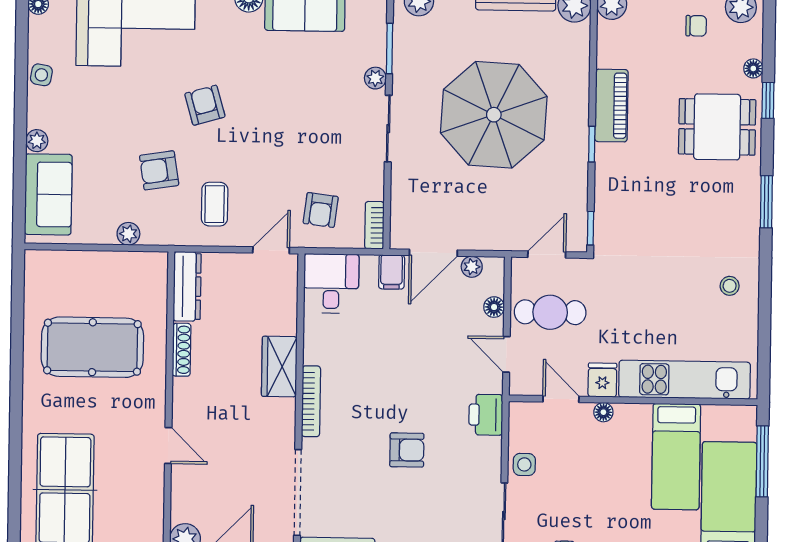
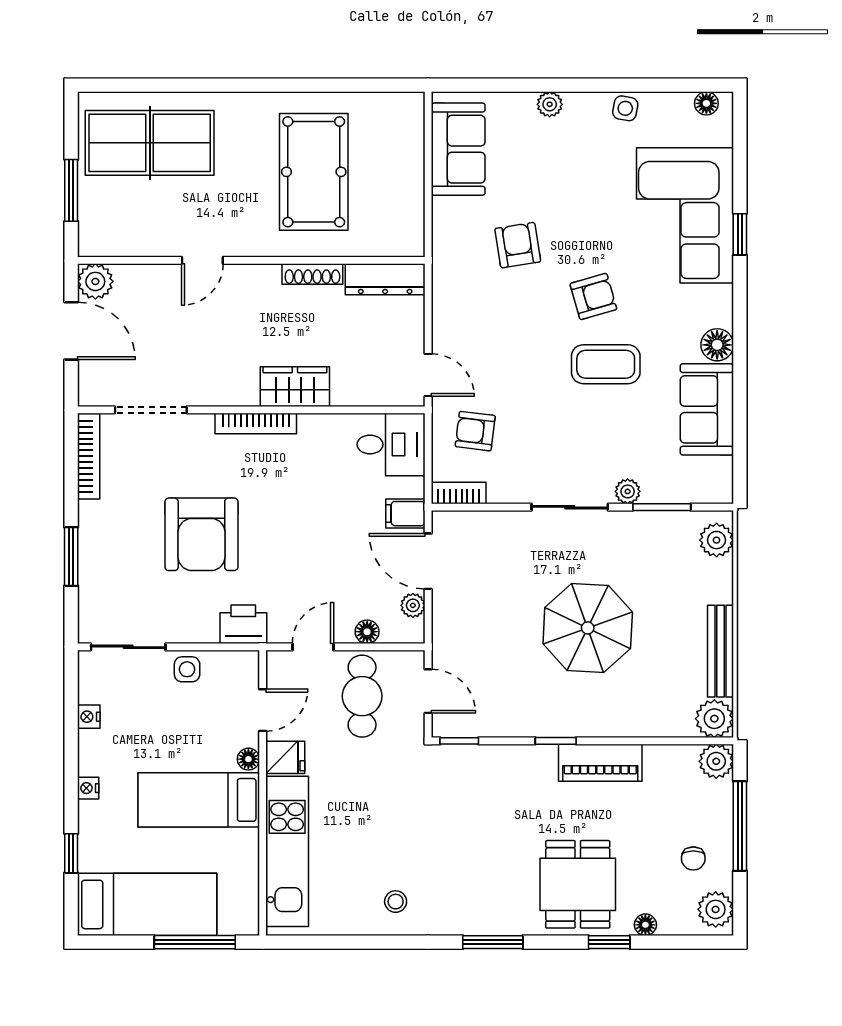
parasol: (494, 115) -> (588, 628), width x0.73, depth x0.73
sofa: (48, 194) -> (458, 149), moved, turned -90
coffee table: (215, 204) -> (606, 364), moved, width x1.36, depth x1.30
plant: (128, 234) -> (445, 211), removed
armchair: (407, 450) -> (201, 534), width x1.88, depth x1.88
bed: (676, 457) -> (199, 800), moved
doorway: (298, 492) -> (151, 410), width x0.73

